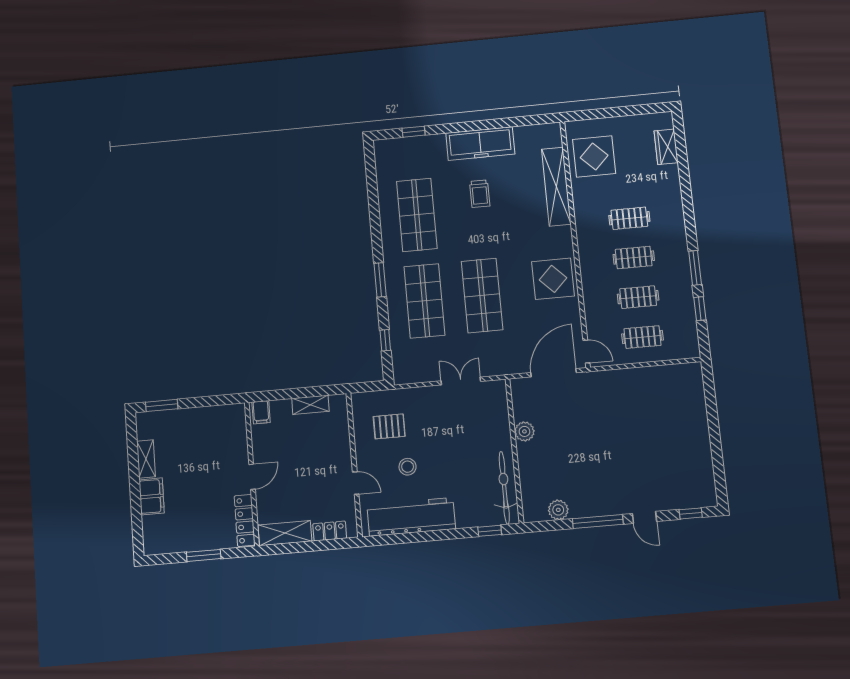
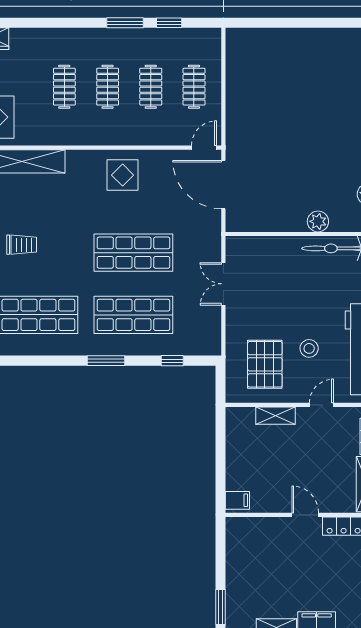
display table: (553, 279) -> (123, 175), width x0.73, depth x0.73
shelving: (310, 405) -> (275, 416), moved, turned 90
pallet: (389, 426) -> (265, 364), width x1.50, depth x1.42
plant: (524, 431) -> (318, 221), moved

